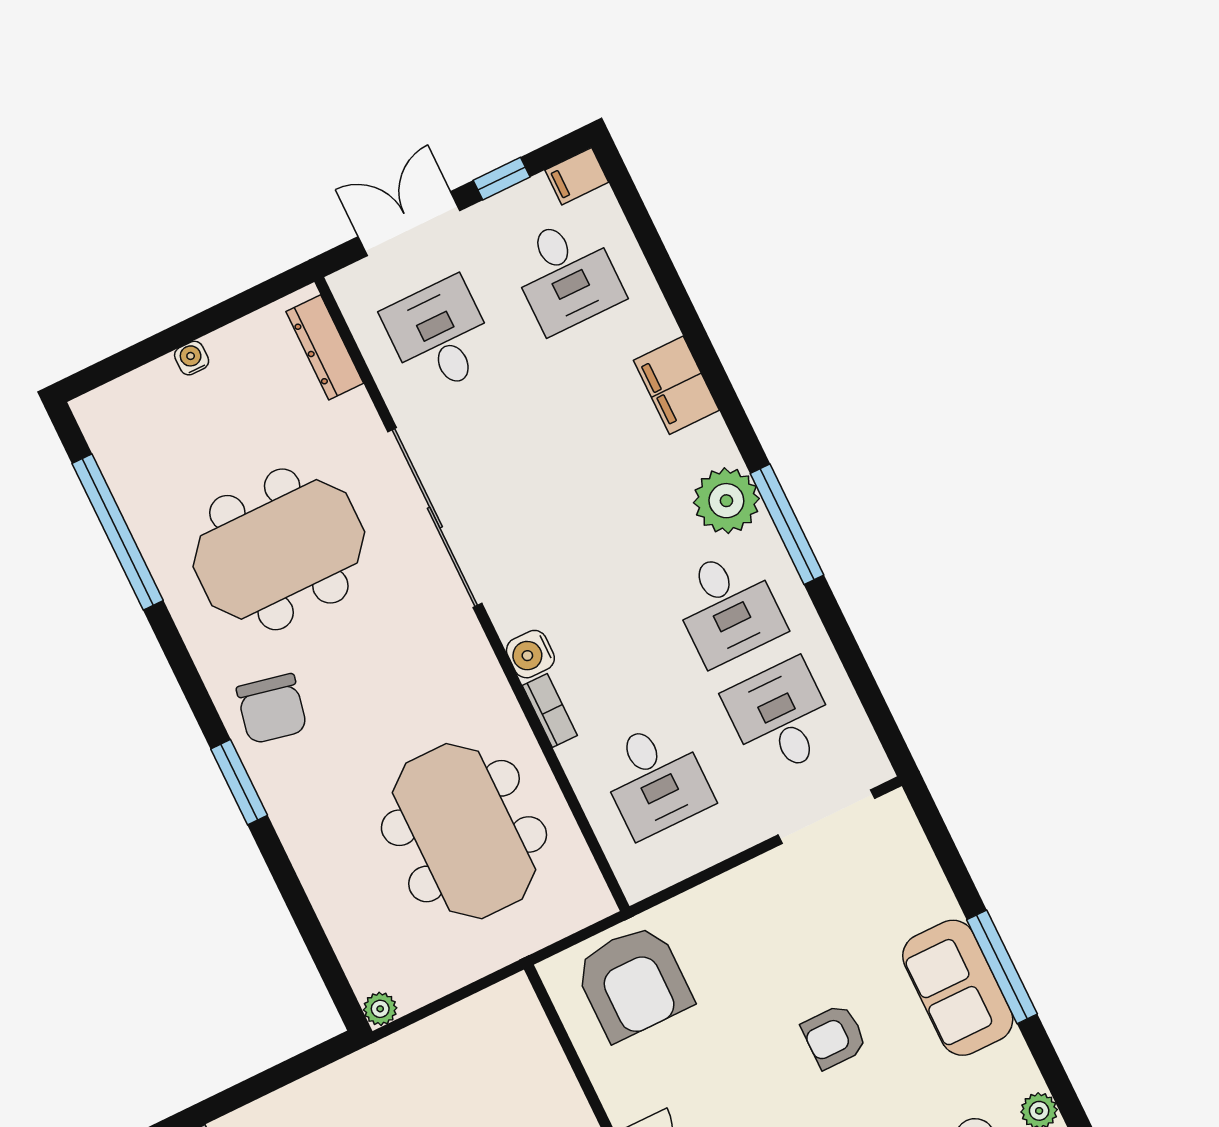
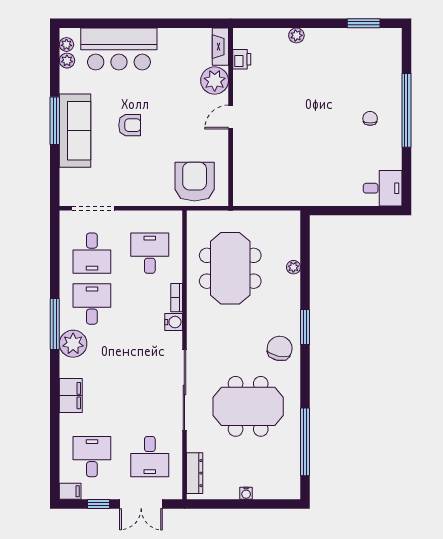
sofa: (958, 988) -> (75, 131), width x1.36
plant: (380, 1009) -> (293, 267), moved

